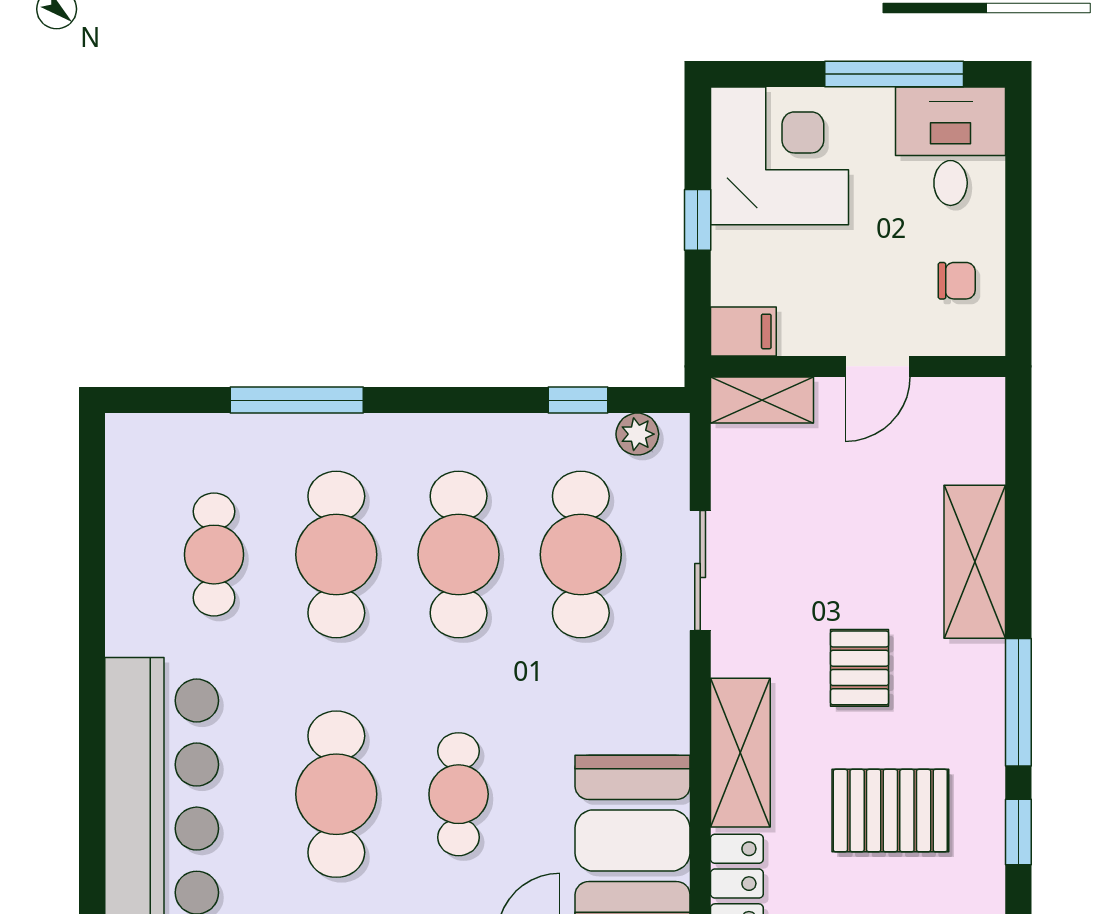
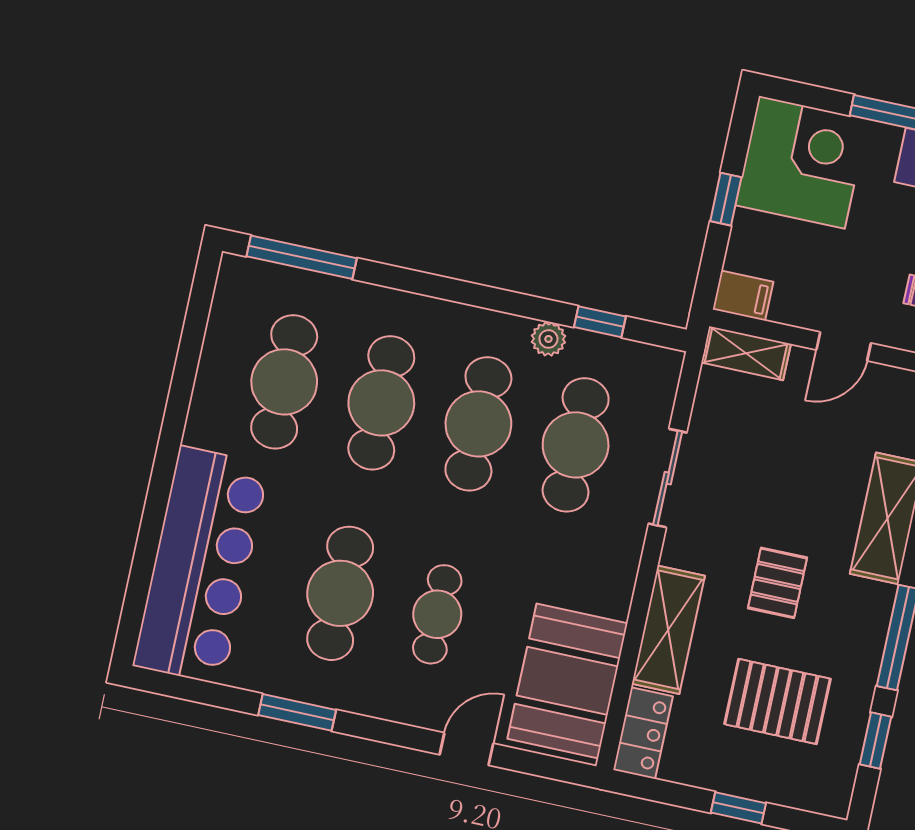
window: (297, 400) -> (302, 257), moved
plant: (637, 434) -> (548, 339), moved
cafe table: (214, 555) -> (284, 382), width x1.37, depth x1.35

